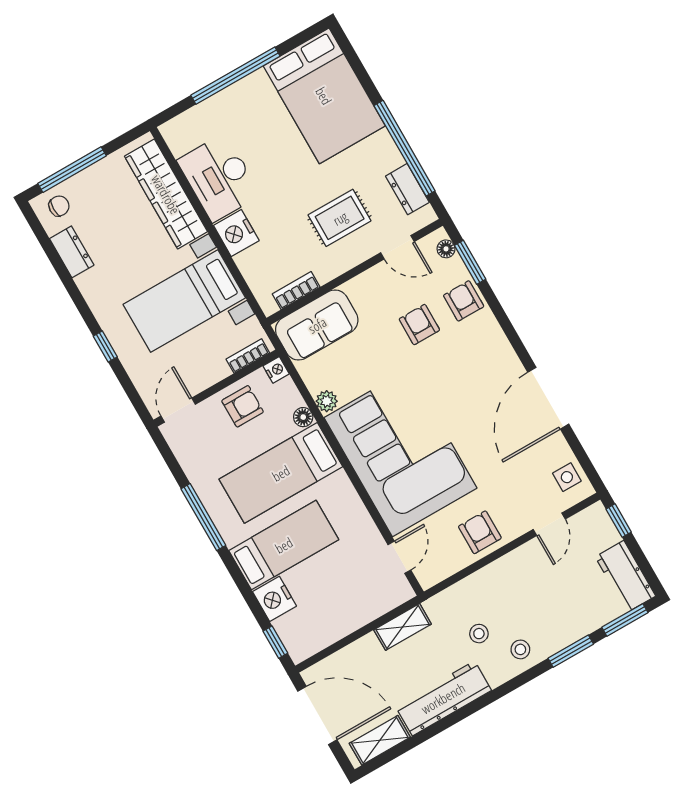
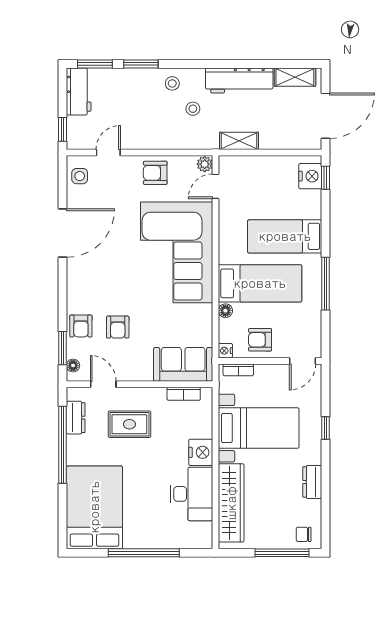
dresser: (72, 252) -> (312, 482), moved
plant: (327, 401) -> (205, 164), moved
armchair: (480, 532) -> (155, 173), turned 90
nightstand: (275, 599) -> (310, 176), moved
door: (317, 715) -> (326, 116), swing flipped

